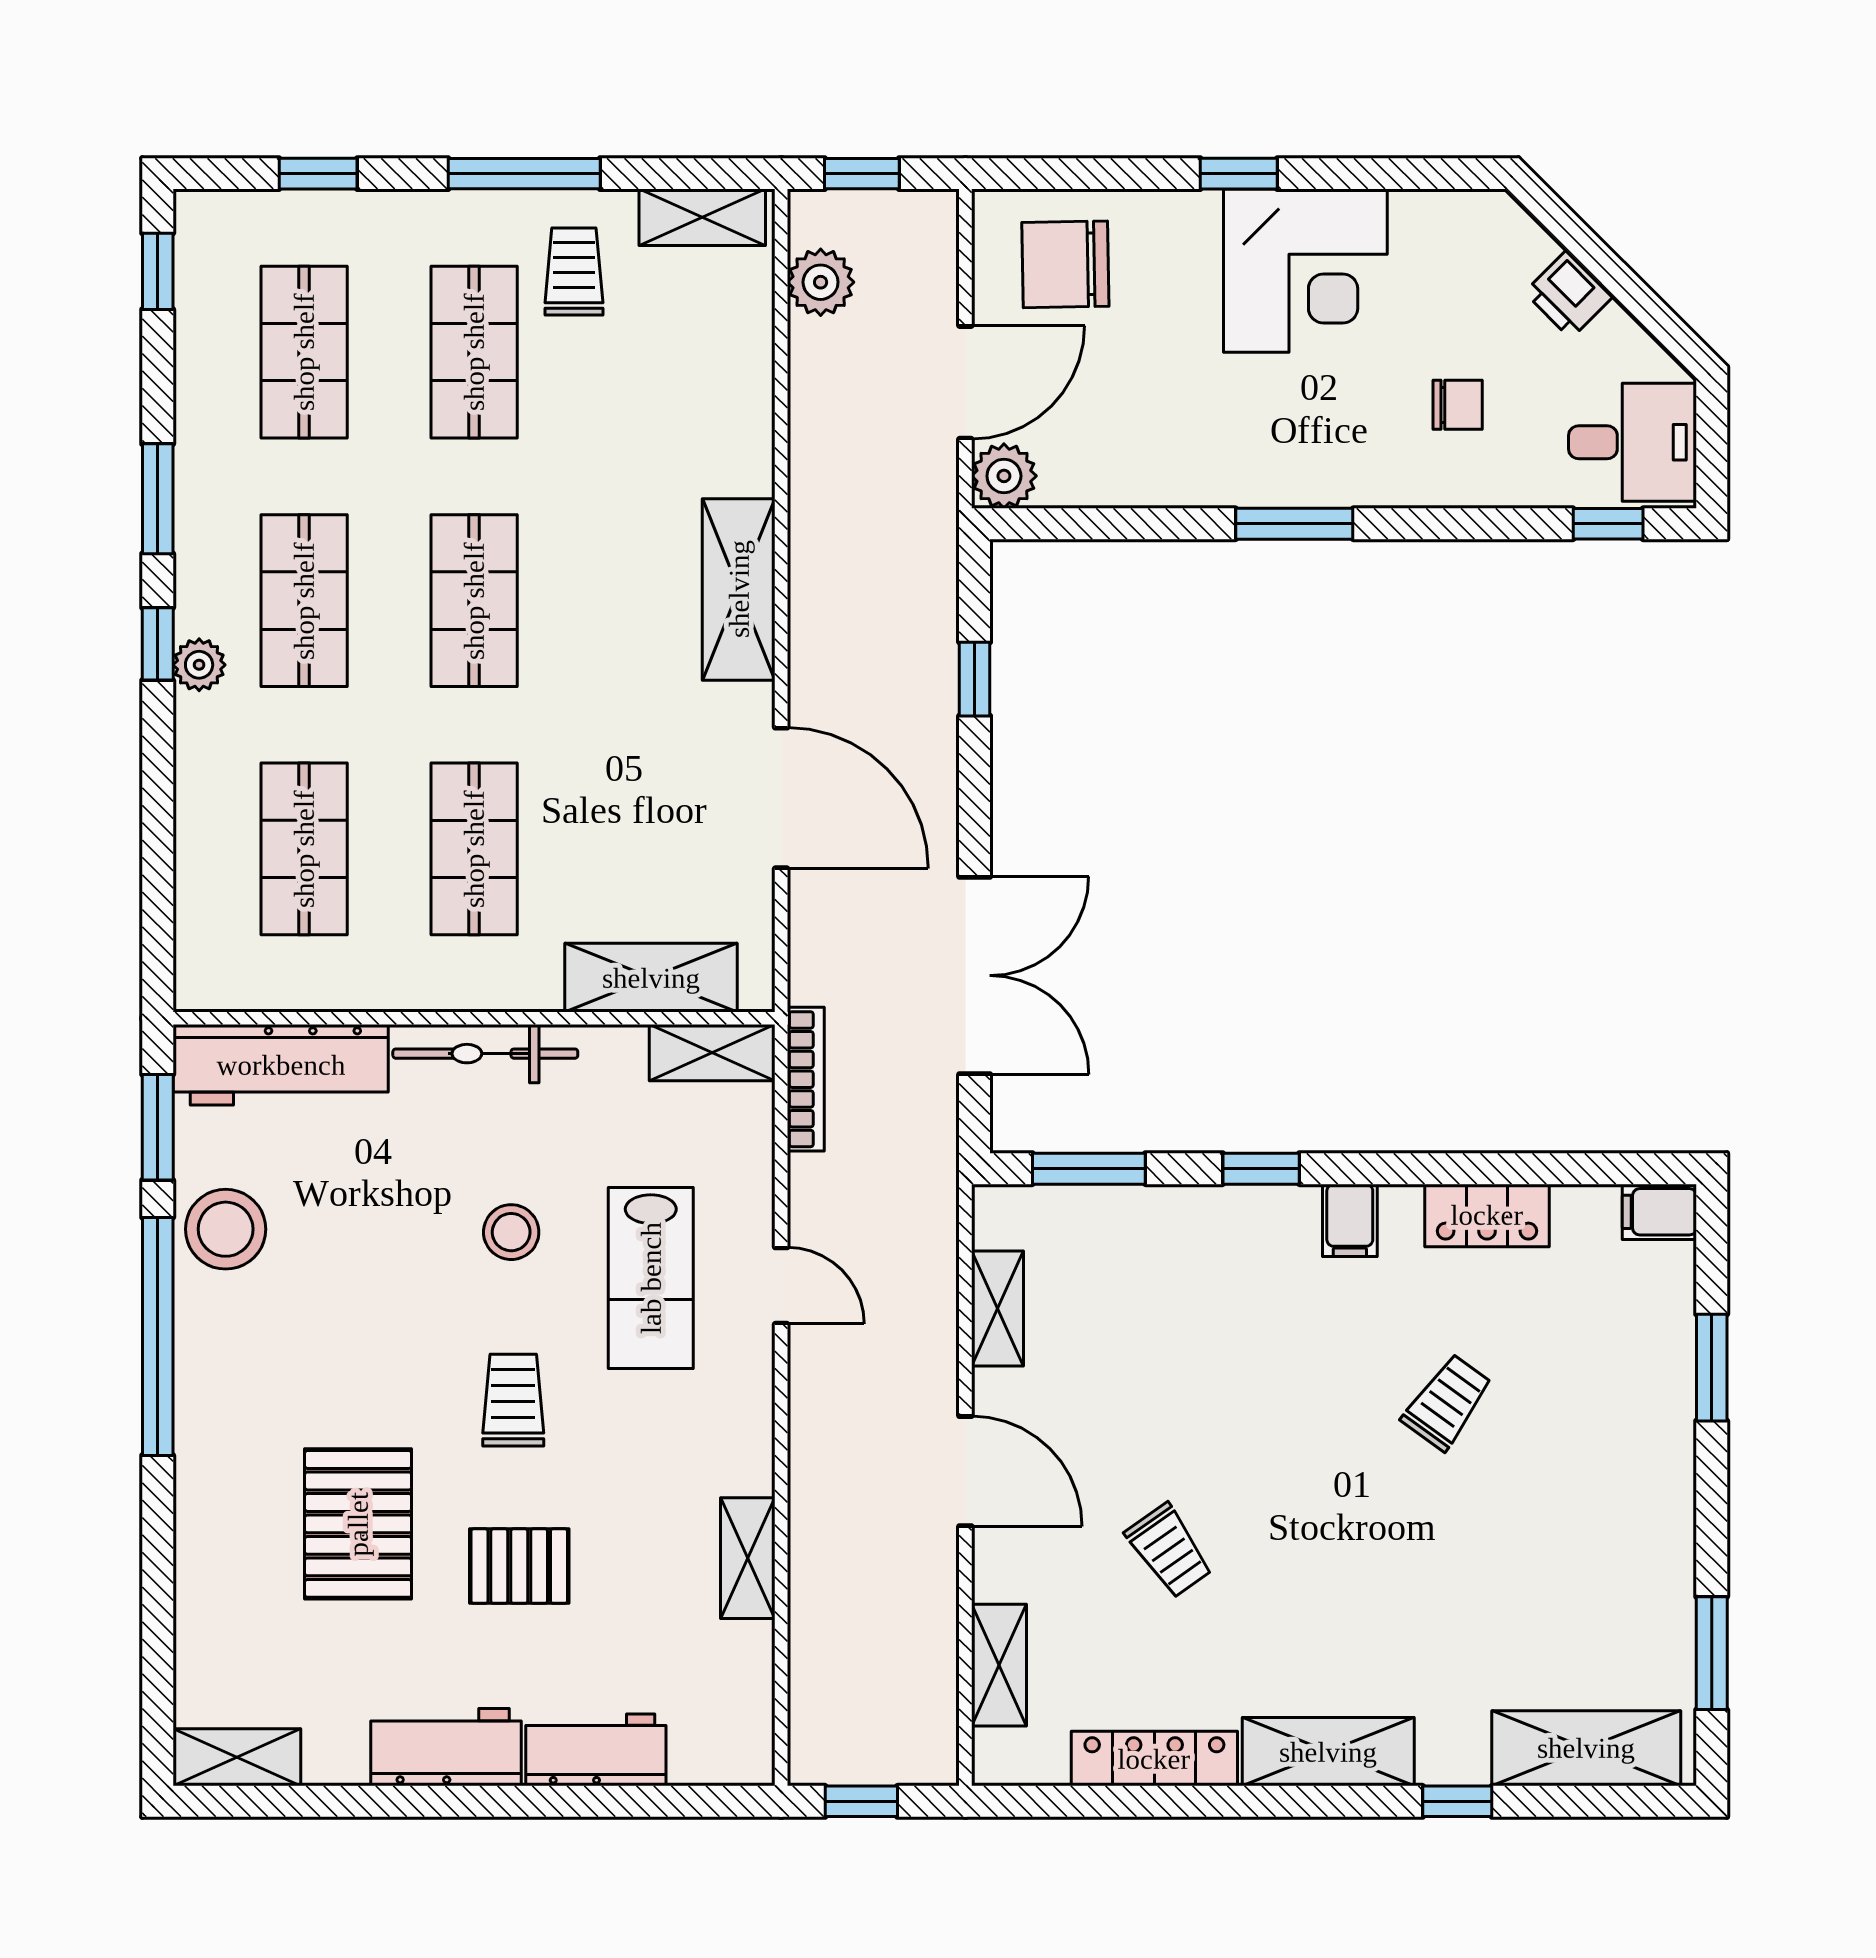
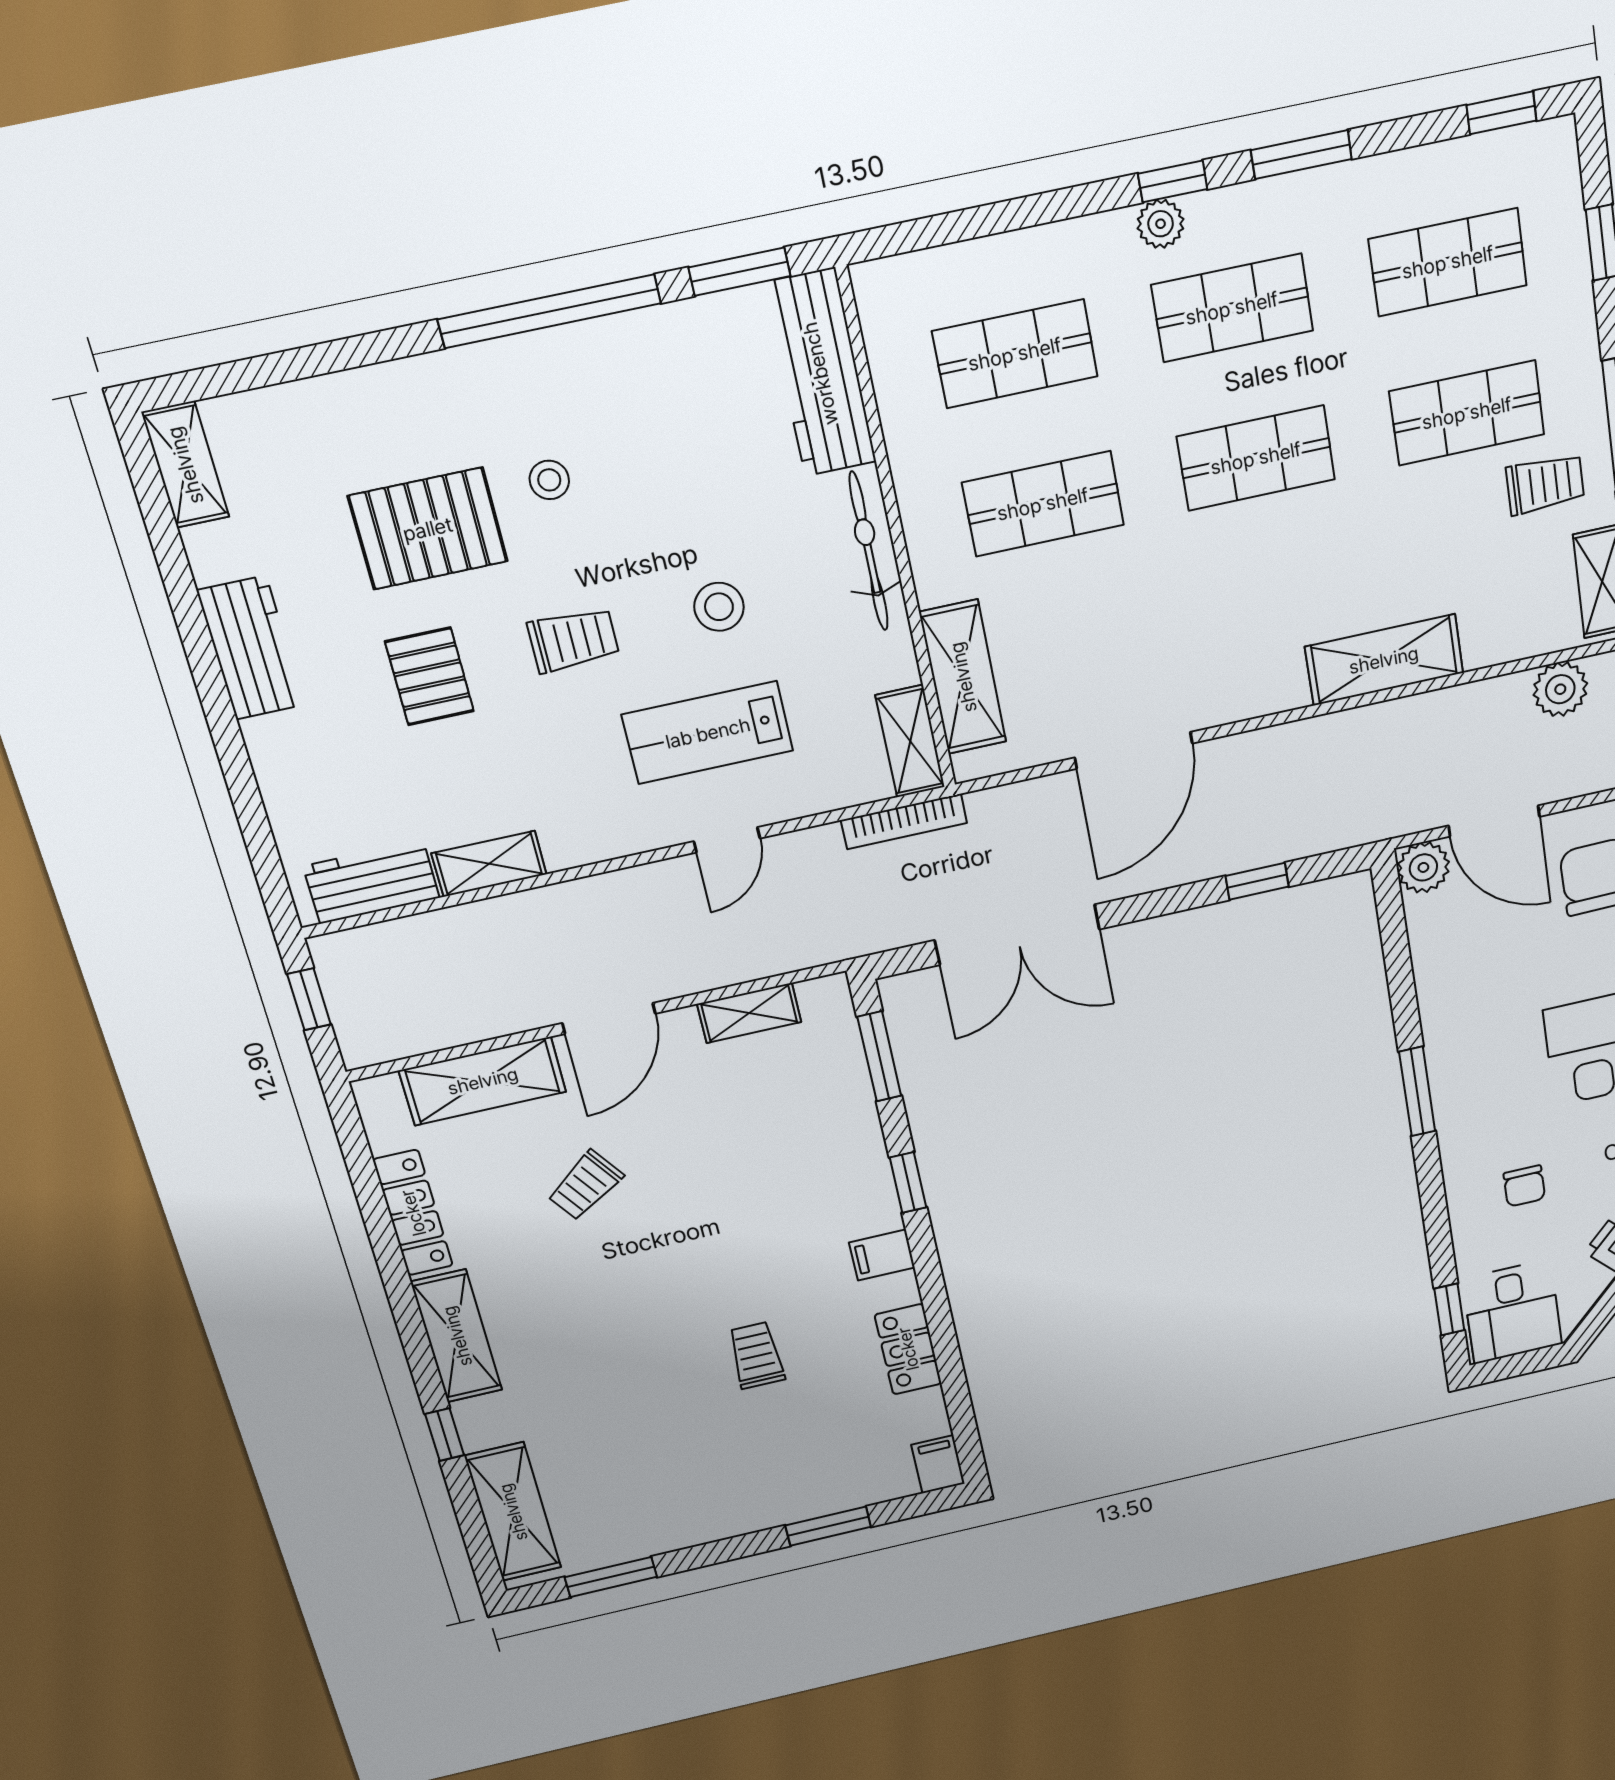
shelving: (739, 589) -> (1384, 660), moved
stool: (226, 1229) -> (549, 480), moved, width x0.53, depth x0.53
trolley: (1447, 1402) -> (756, 1355), turned -126
shelving: (999, 1665) -> (483, 1081), width x1.50, depth x1.33
workbench: (596, 1750) -> (371, 882), moved, turned -90

